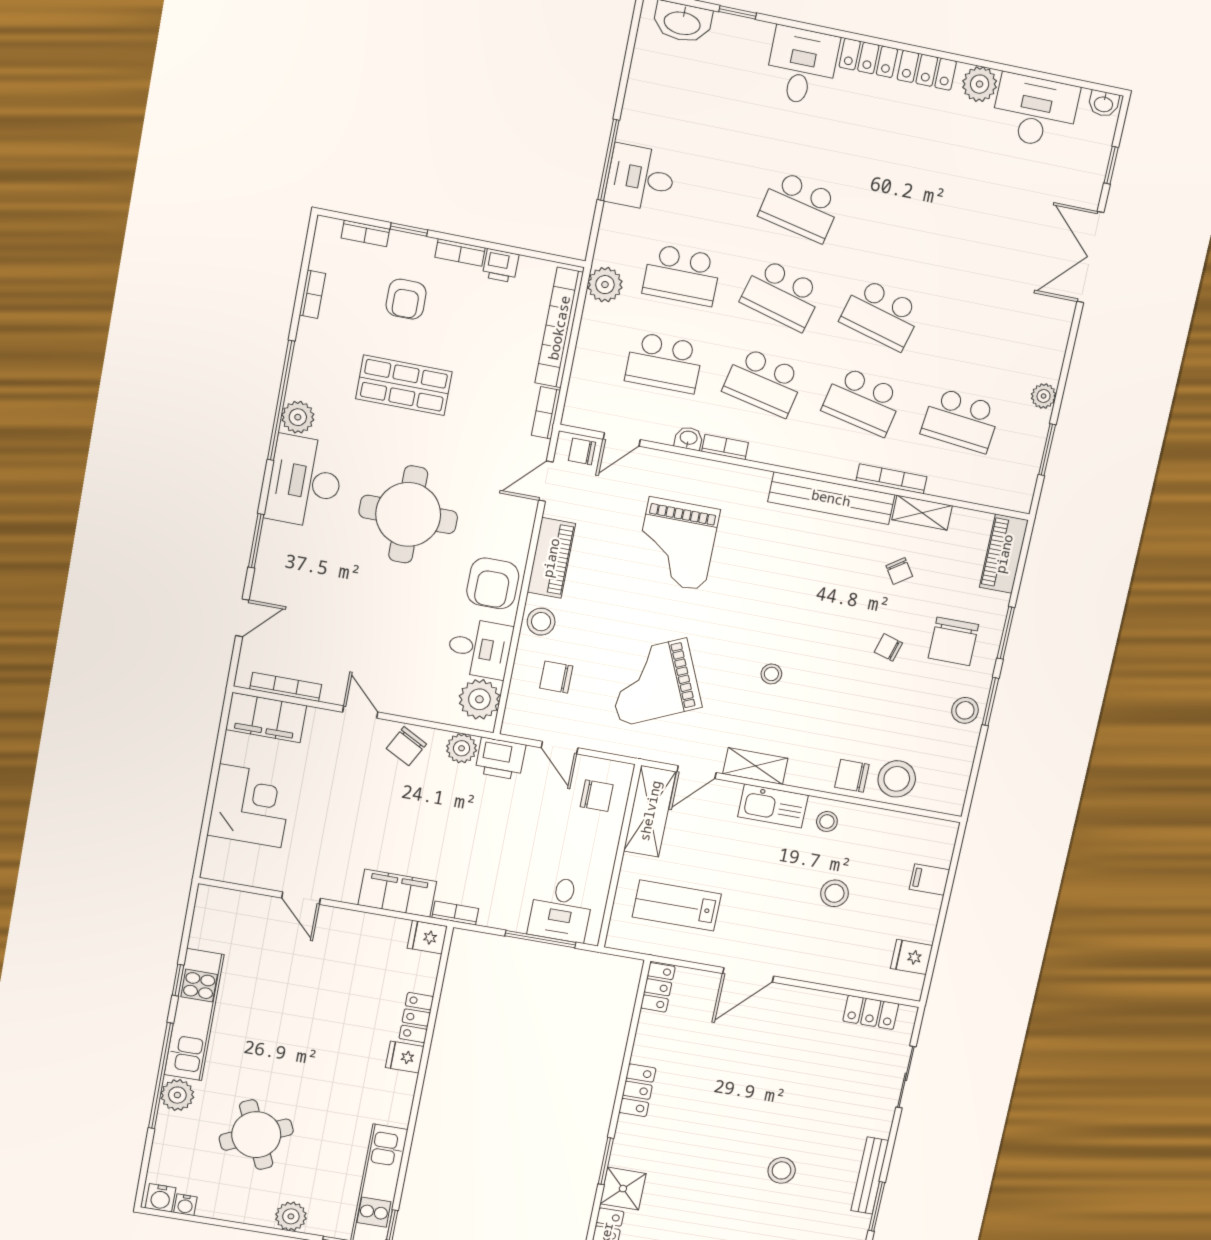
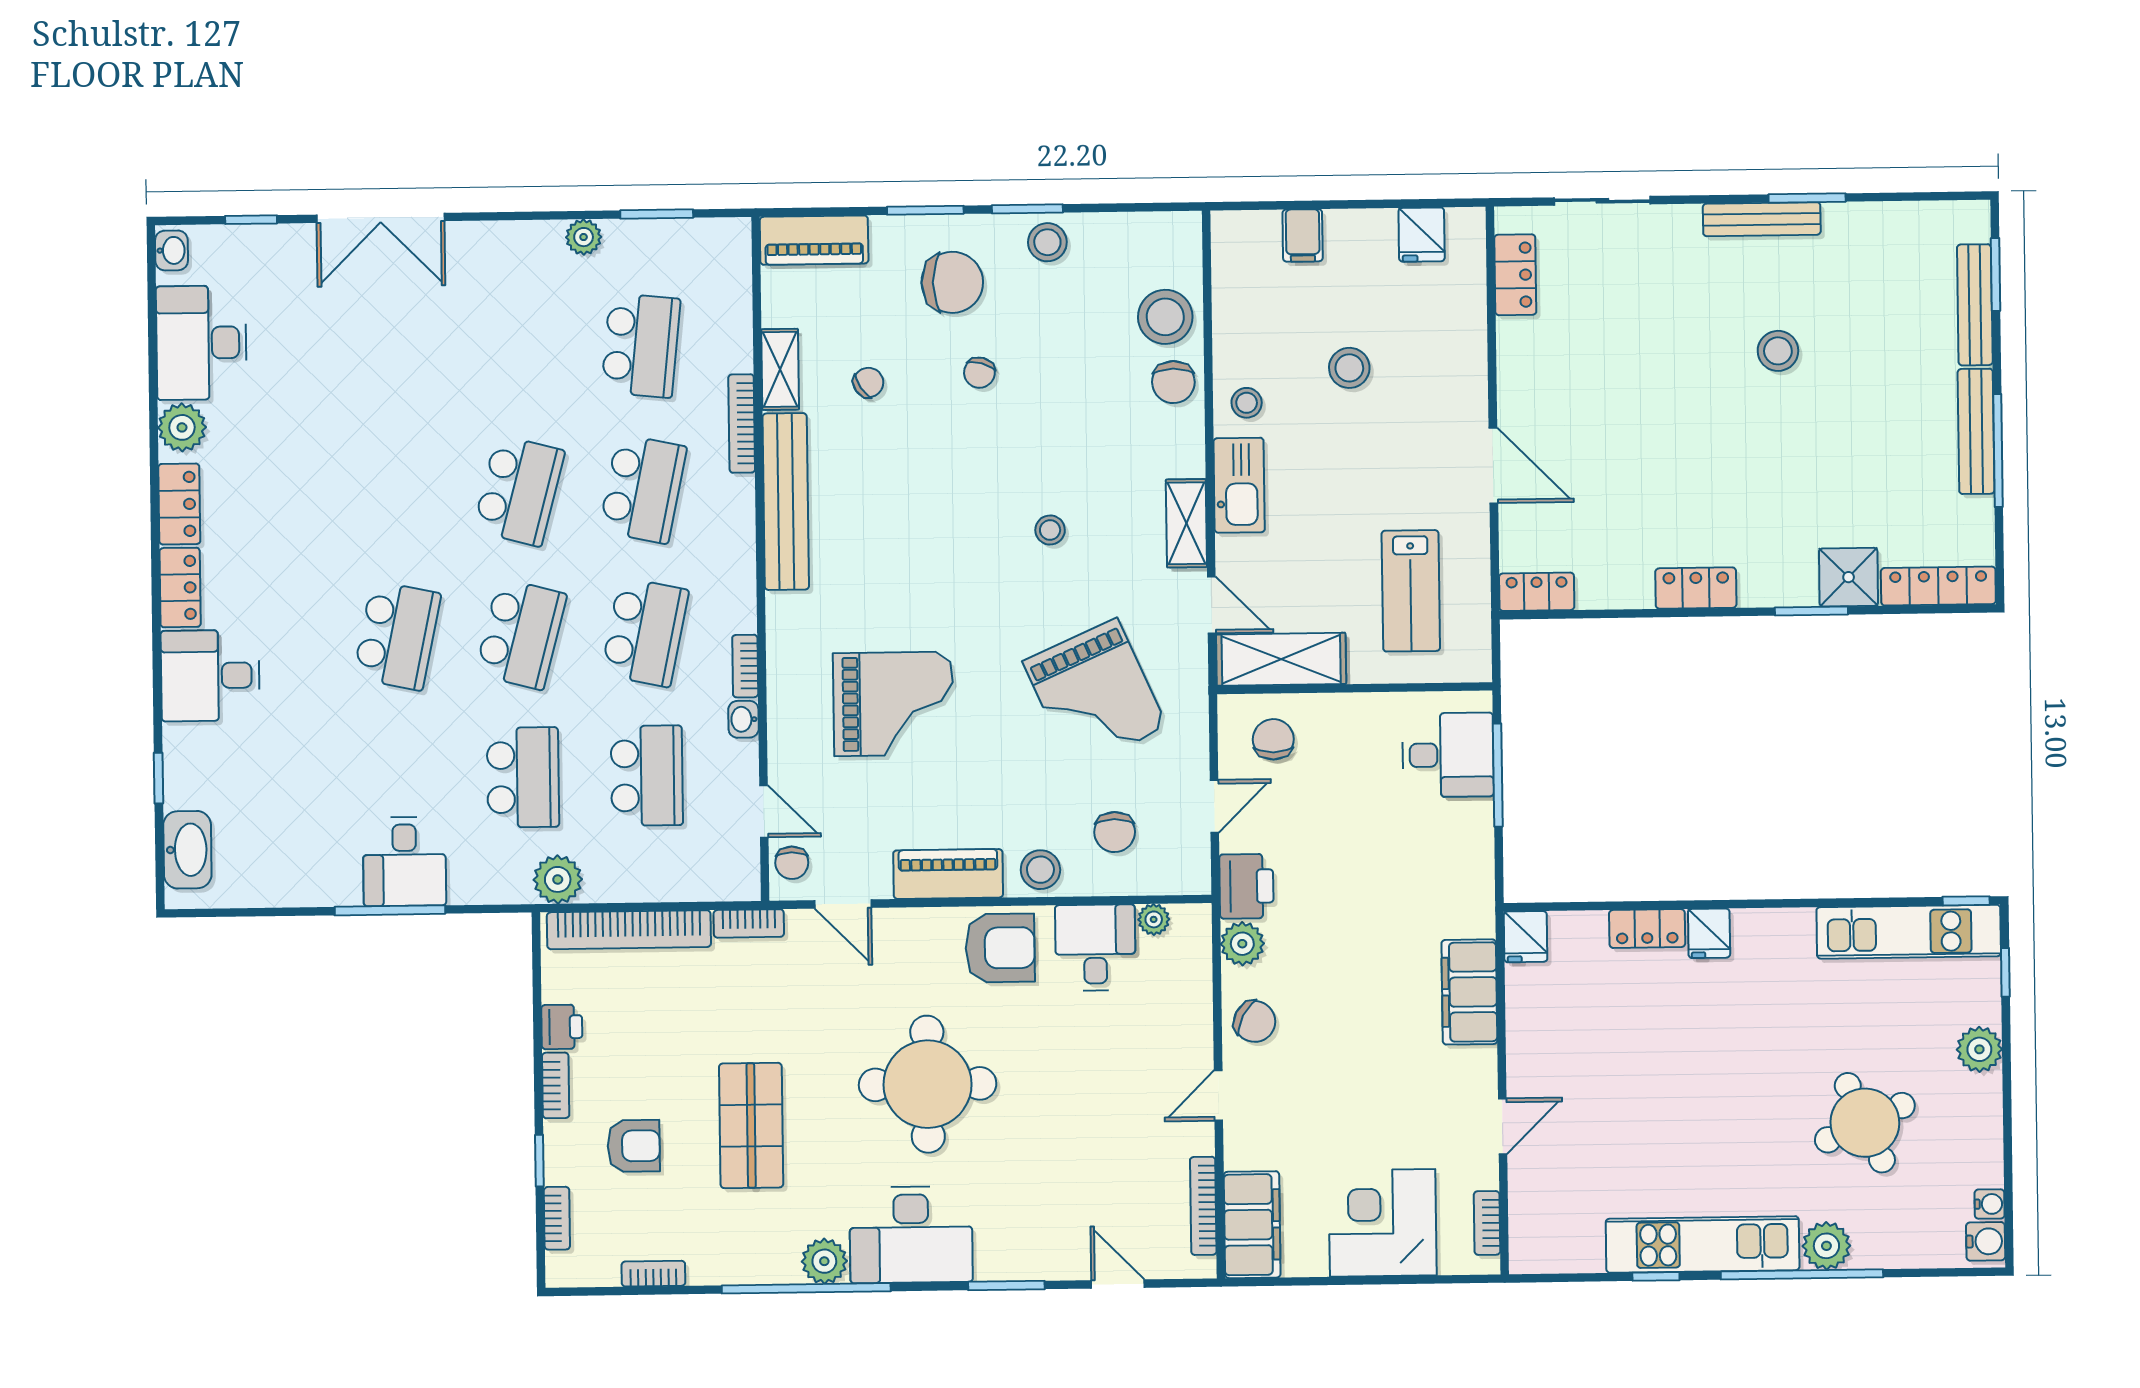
plant: (479, 699) -> (1154, 919), width x0.53, depth x0.53
bookcase: (455, 913) -> (1487, 1223), moved

